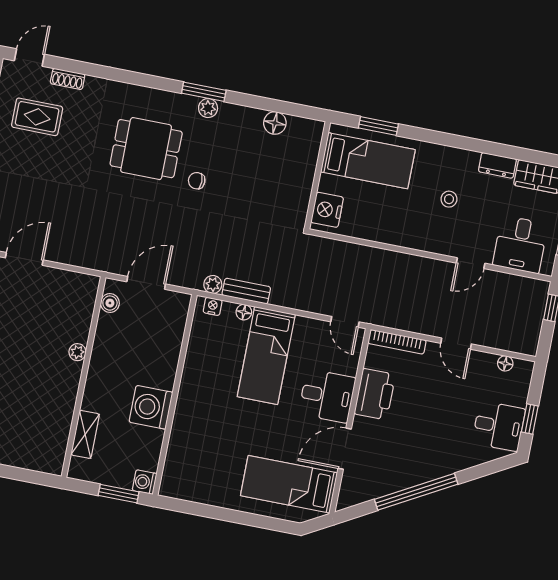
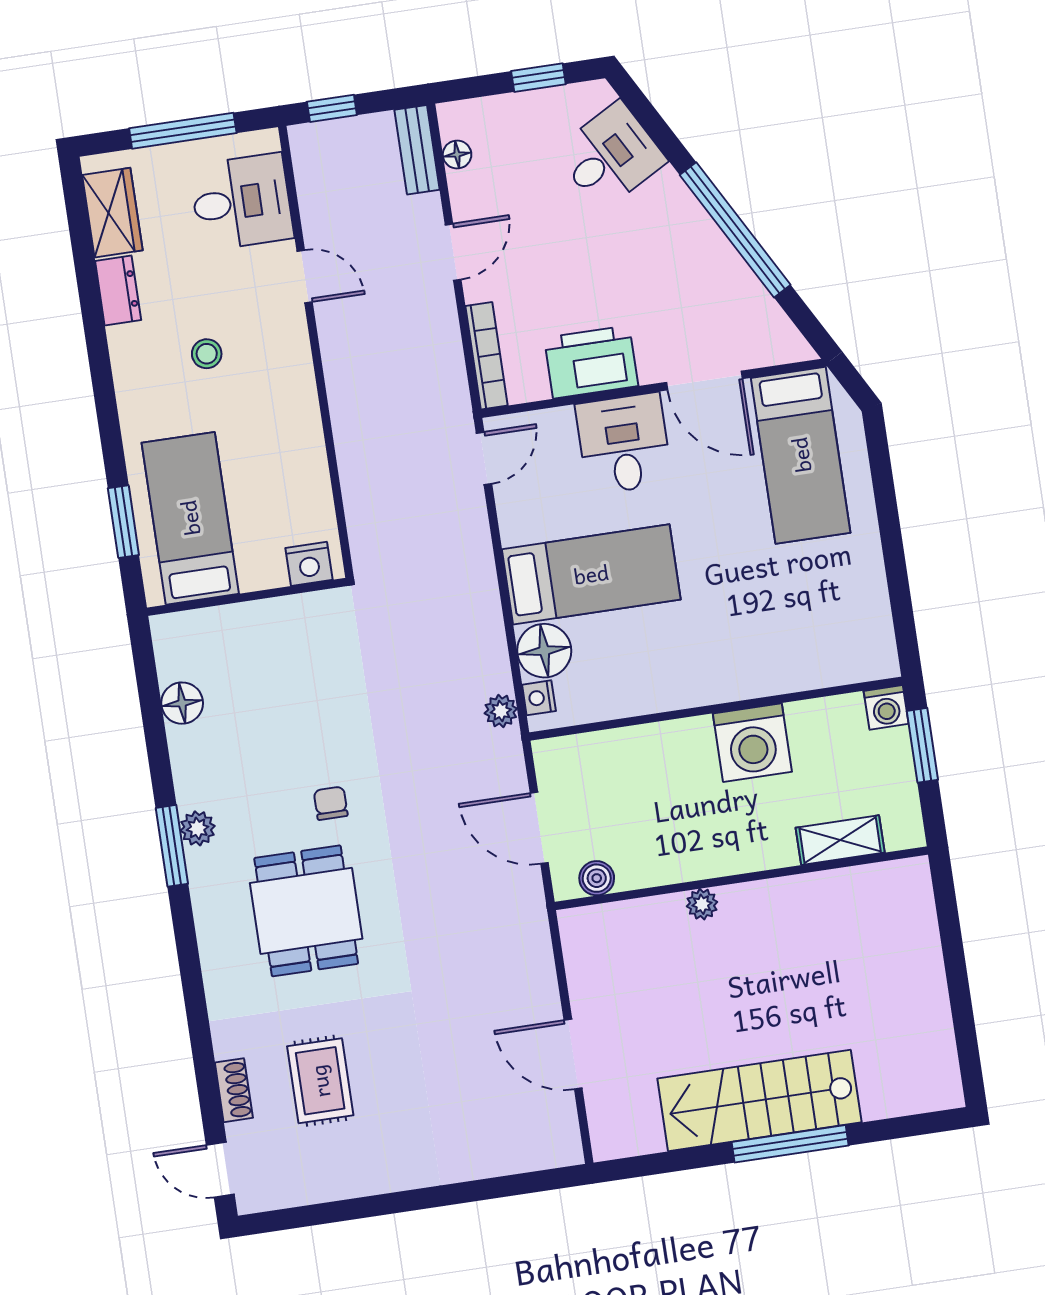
rug: (37, 117) -> (320, 1081), moved
chair: (197, 181) -> (331, 803), turned 180
nightstand: (327, 210) -> (309, 564), width x0.74, depth x0.75
bench: (246, 291) -> (417, 150), moved
floor lamp: (244, 312) -> (544, 651), width x1.89, depth x1.89
desk: (499, 426) -> (610, 156), moved, turned 61

